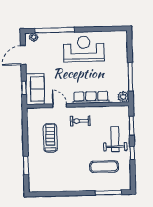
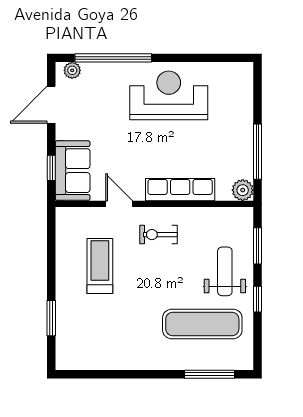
exercise mat: (104, 167) -> (202, 324), width x1.36, depth x1.45

